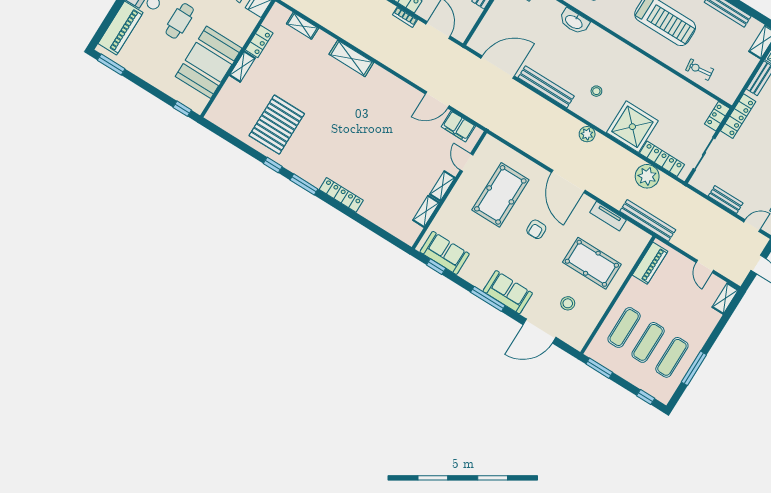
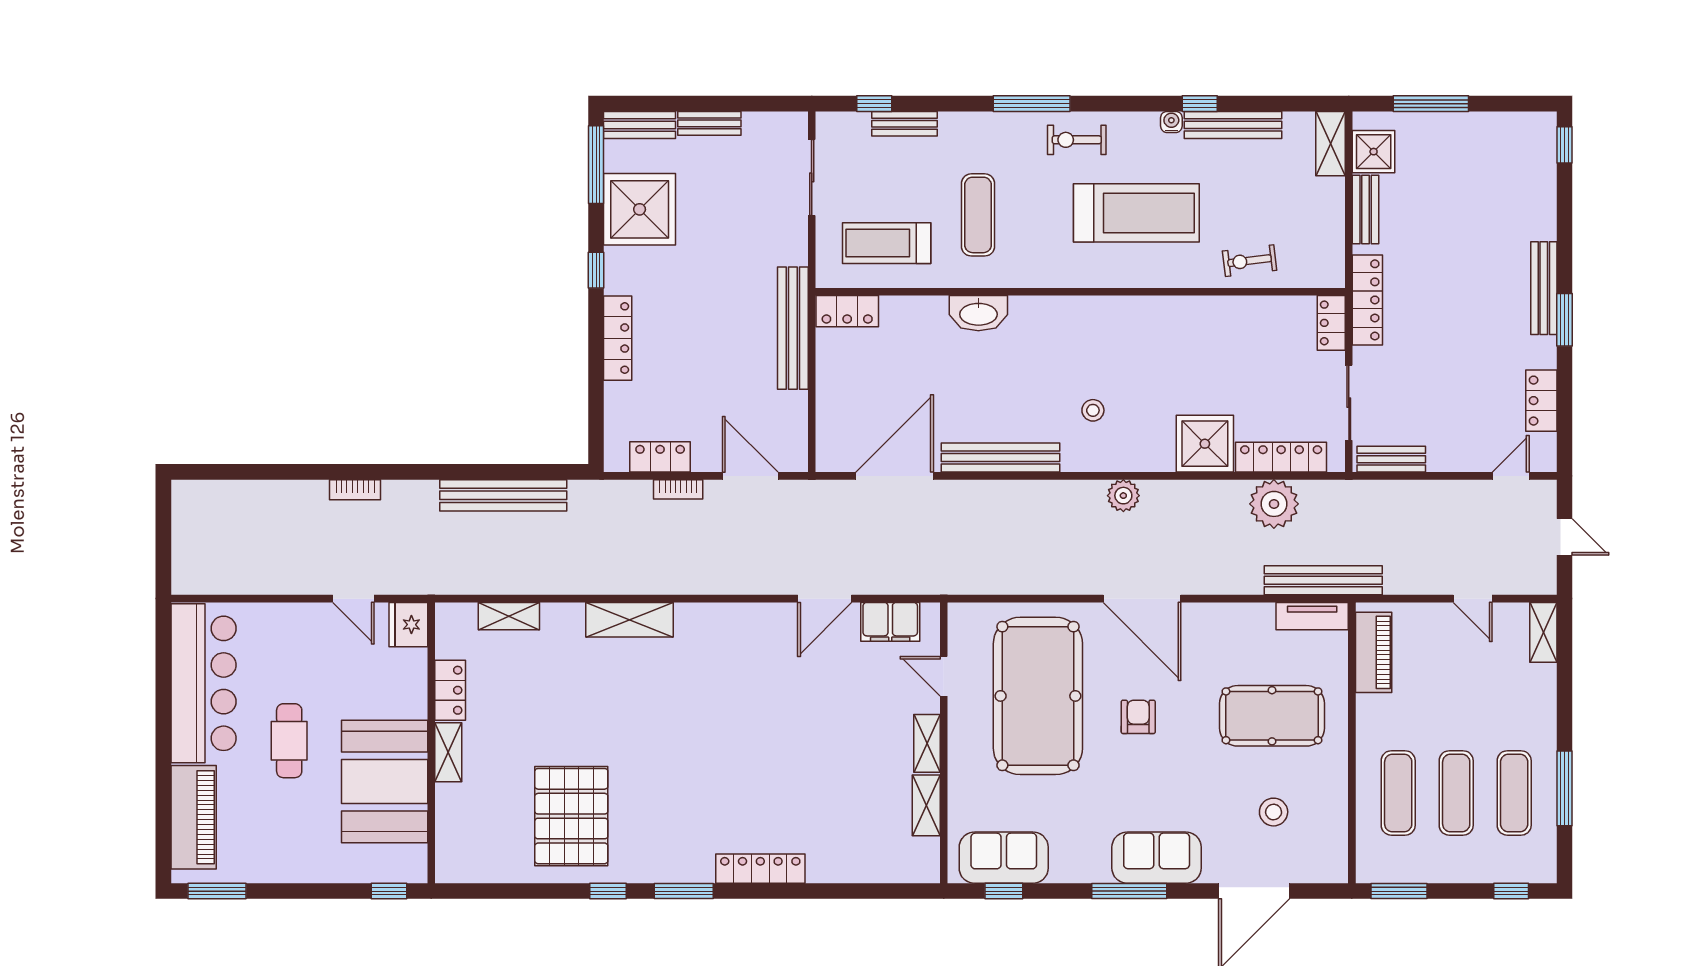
shower: (632, 127) -> (1205, 444), width x0.73, depth x0.73
pool table: (500, 195) -> (1038, 696), width x1.36, depth x1.32
bench: (726, 200) -> (1391, 459), moved
tv unit: (608, 216) -> (1312, 616), moved
armchair: (536, 229) -> (1138, 717), turned 180

